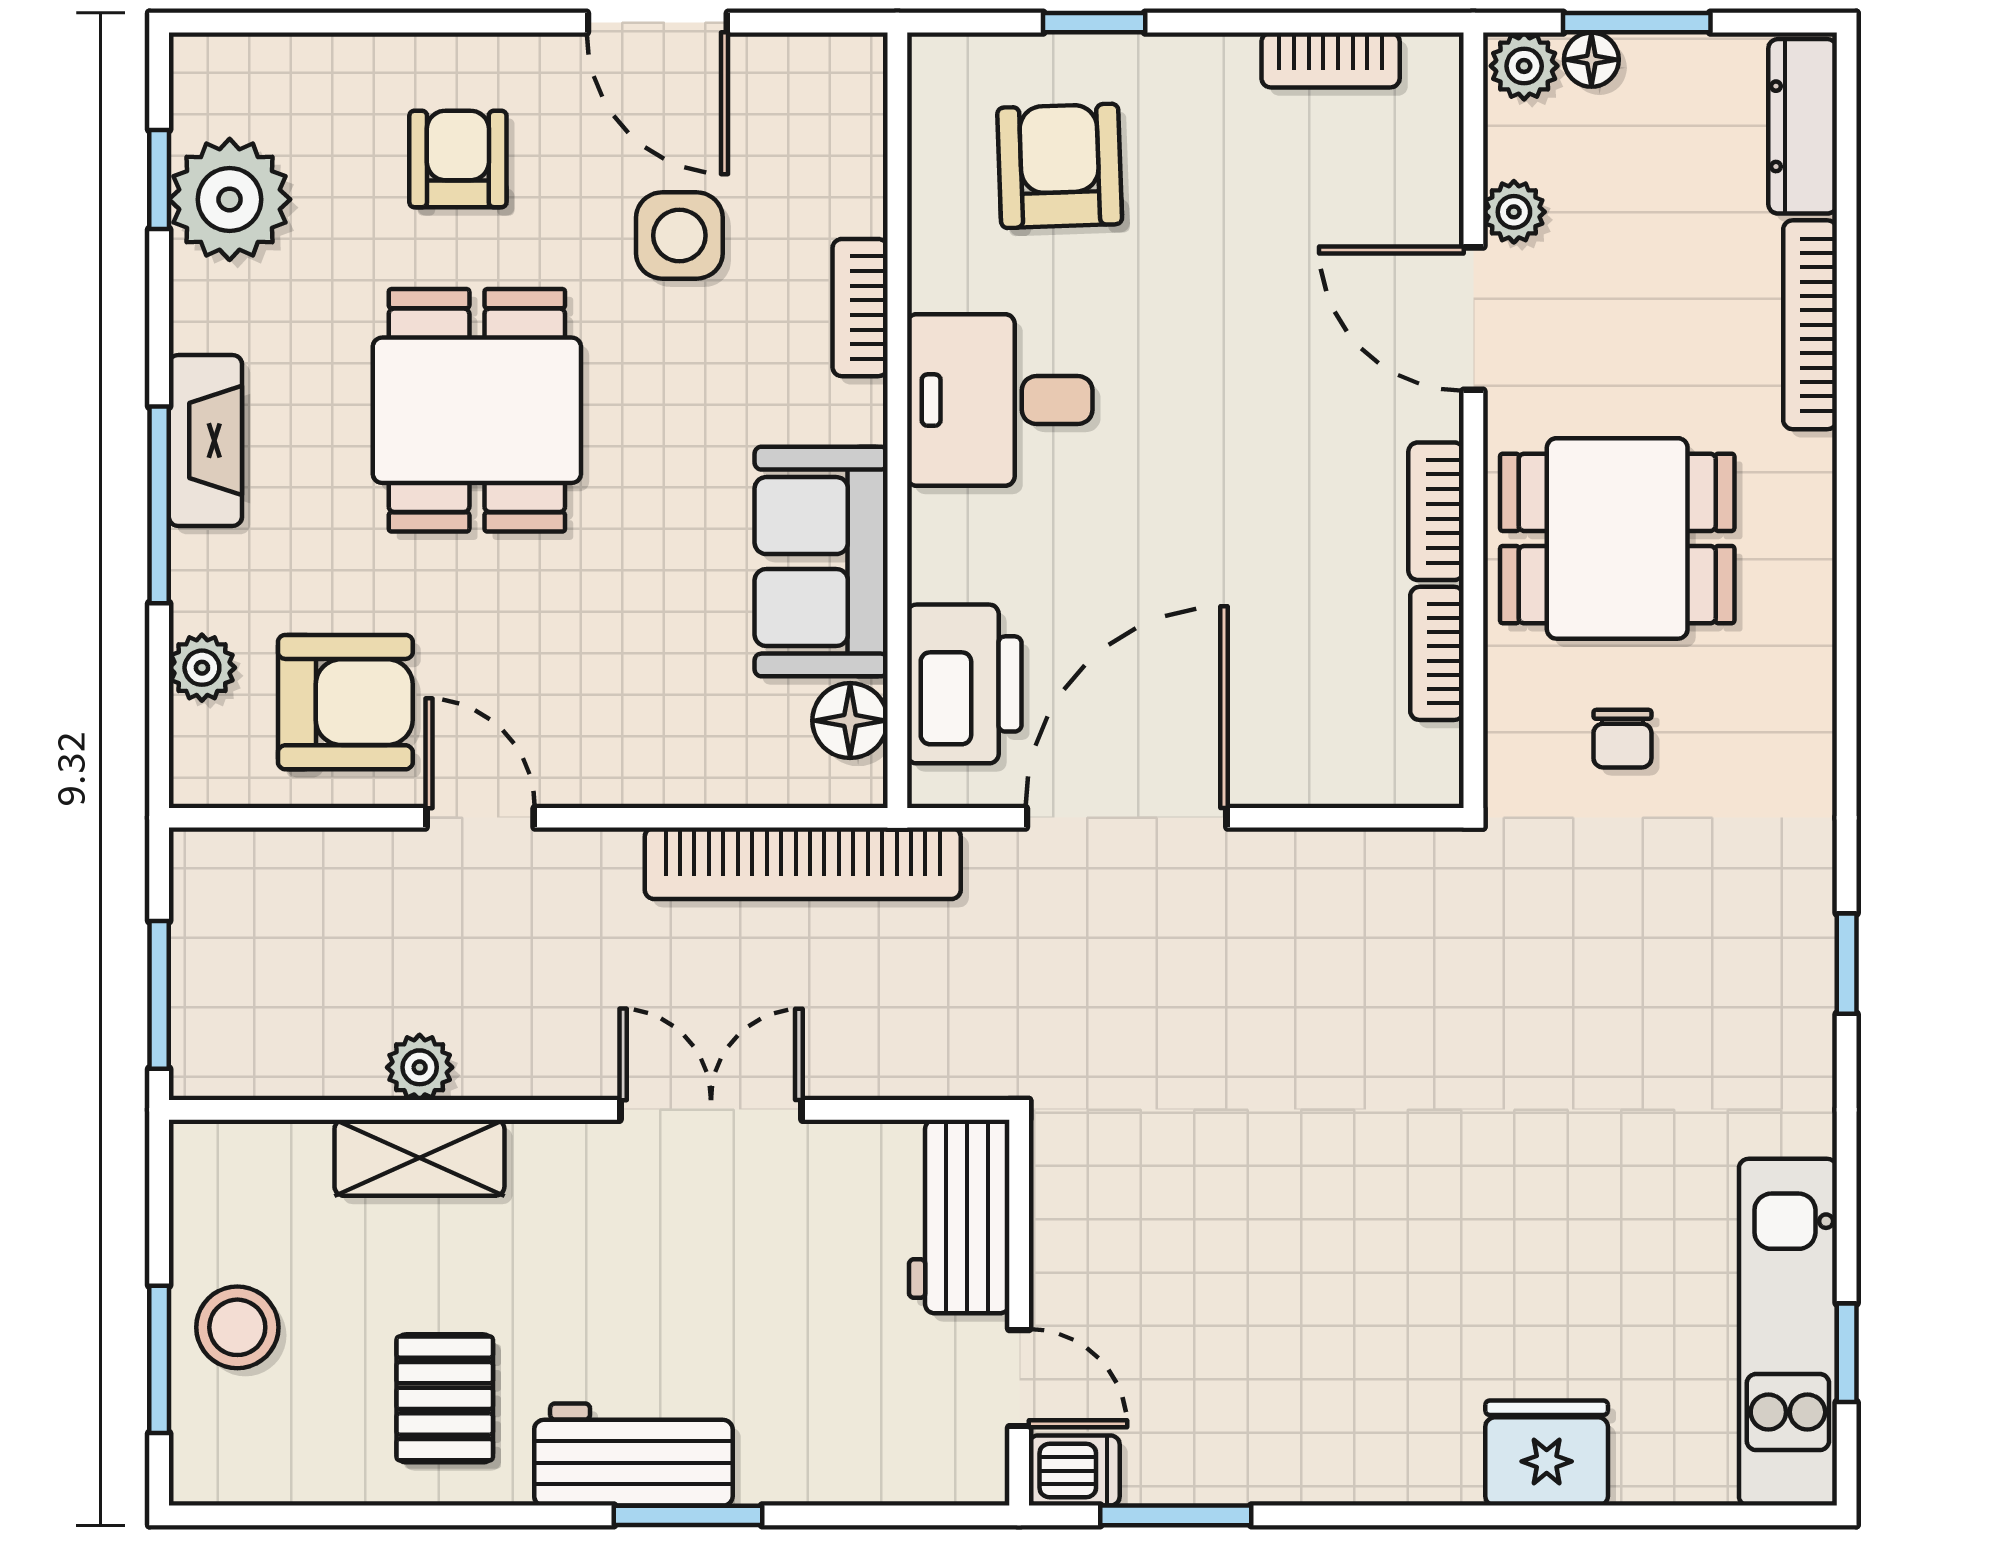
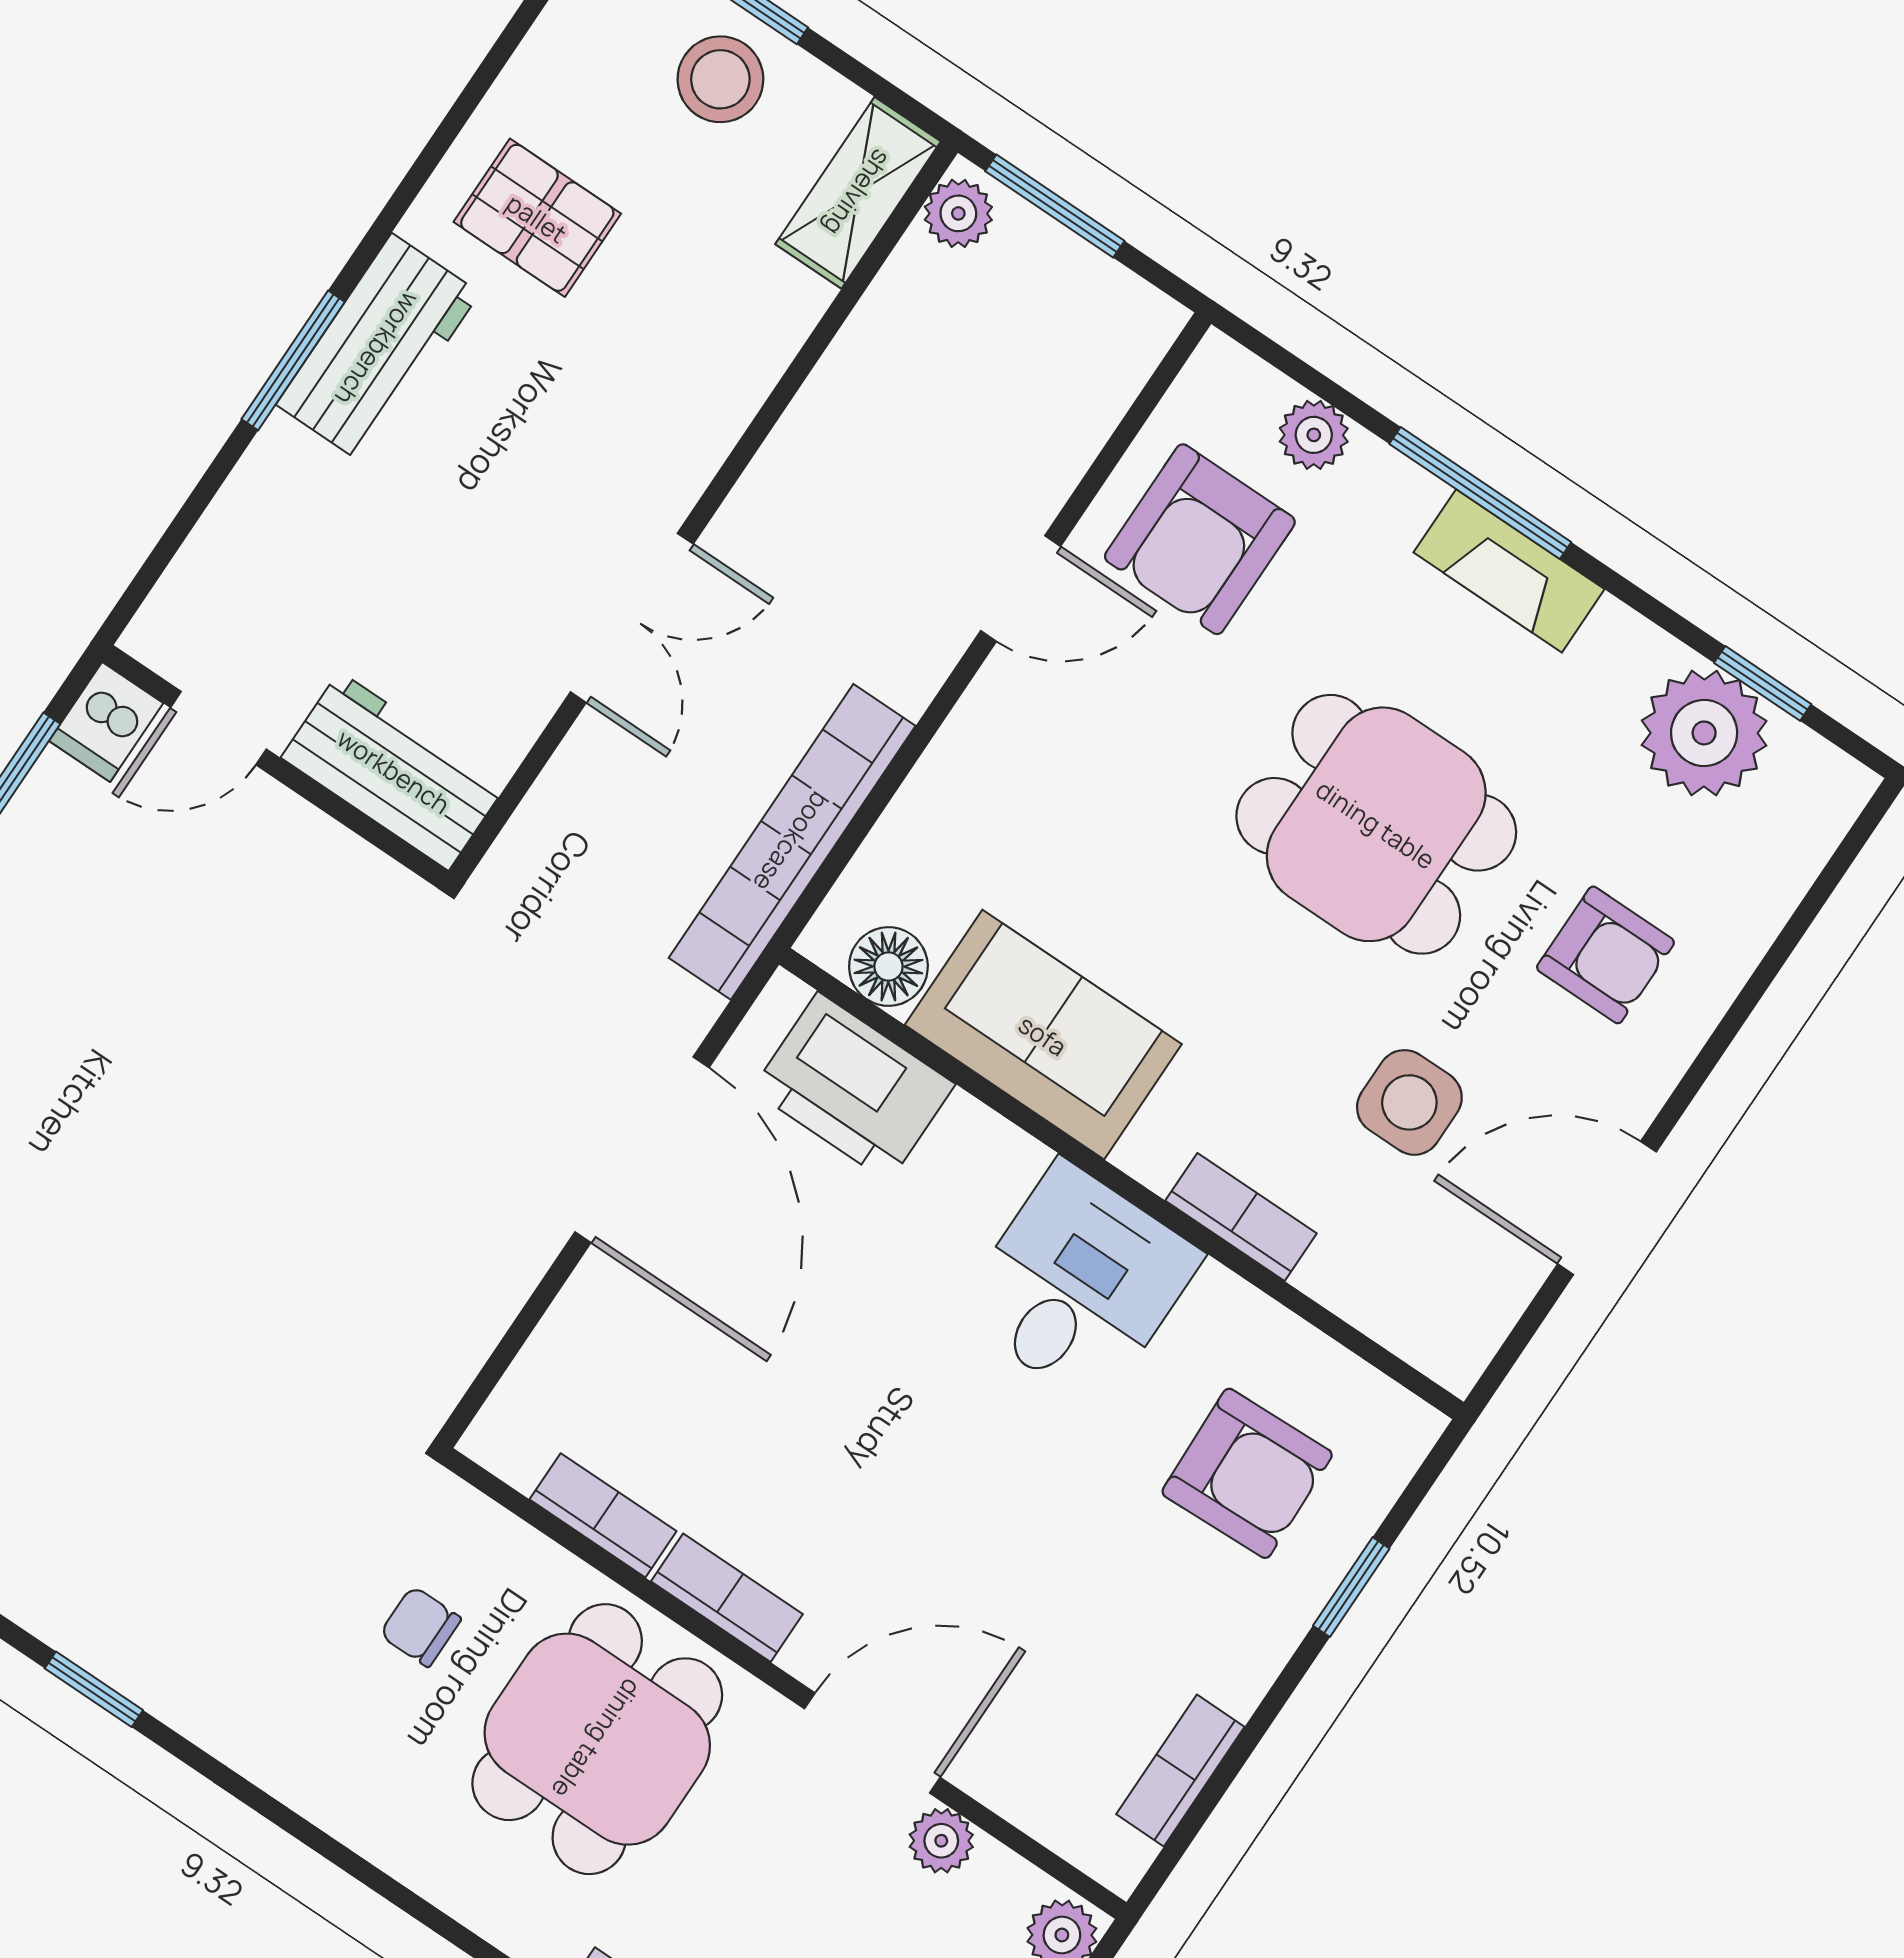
plant: (420, 1067) -> (958, 213), moved
shelving: (419, 1158) -> (858, 193), moved

